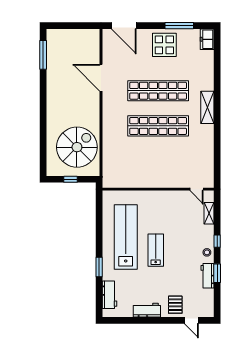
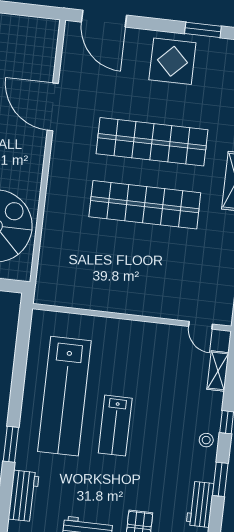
window: (179, 26) -> (203, 30), width x0.69
lab bench: (126, 237) -> (64, 396), turned 180
lab bench: (156, 250) -> (115, 426), turned 180
workbench: (208, 276) -> (200, 504), moved

